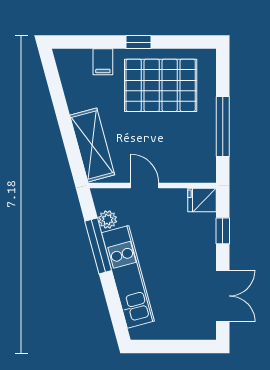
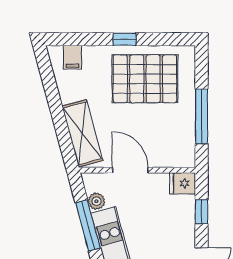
filing cabinet: (103, 62) -> (72, 57), moved
door: (145, 185) -> (130, 170), width x1.38

